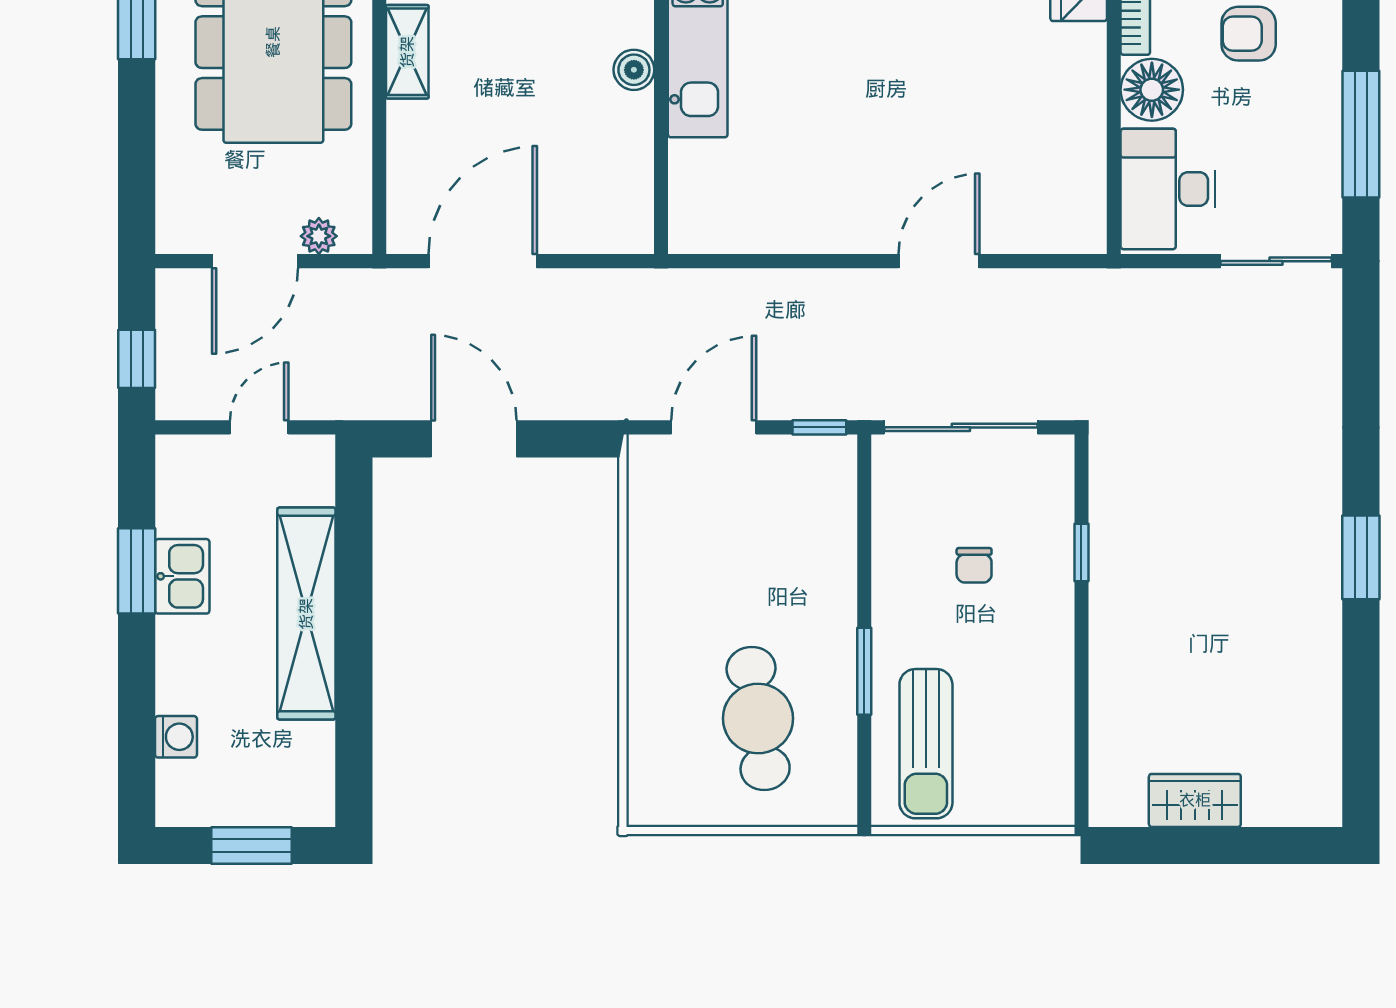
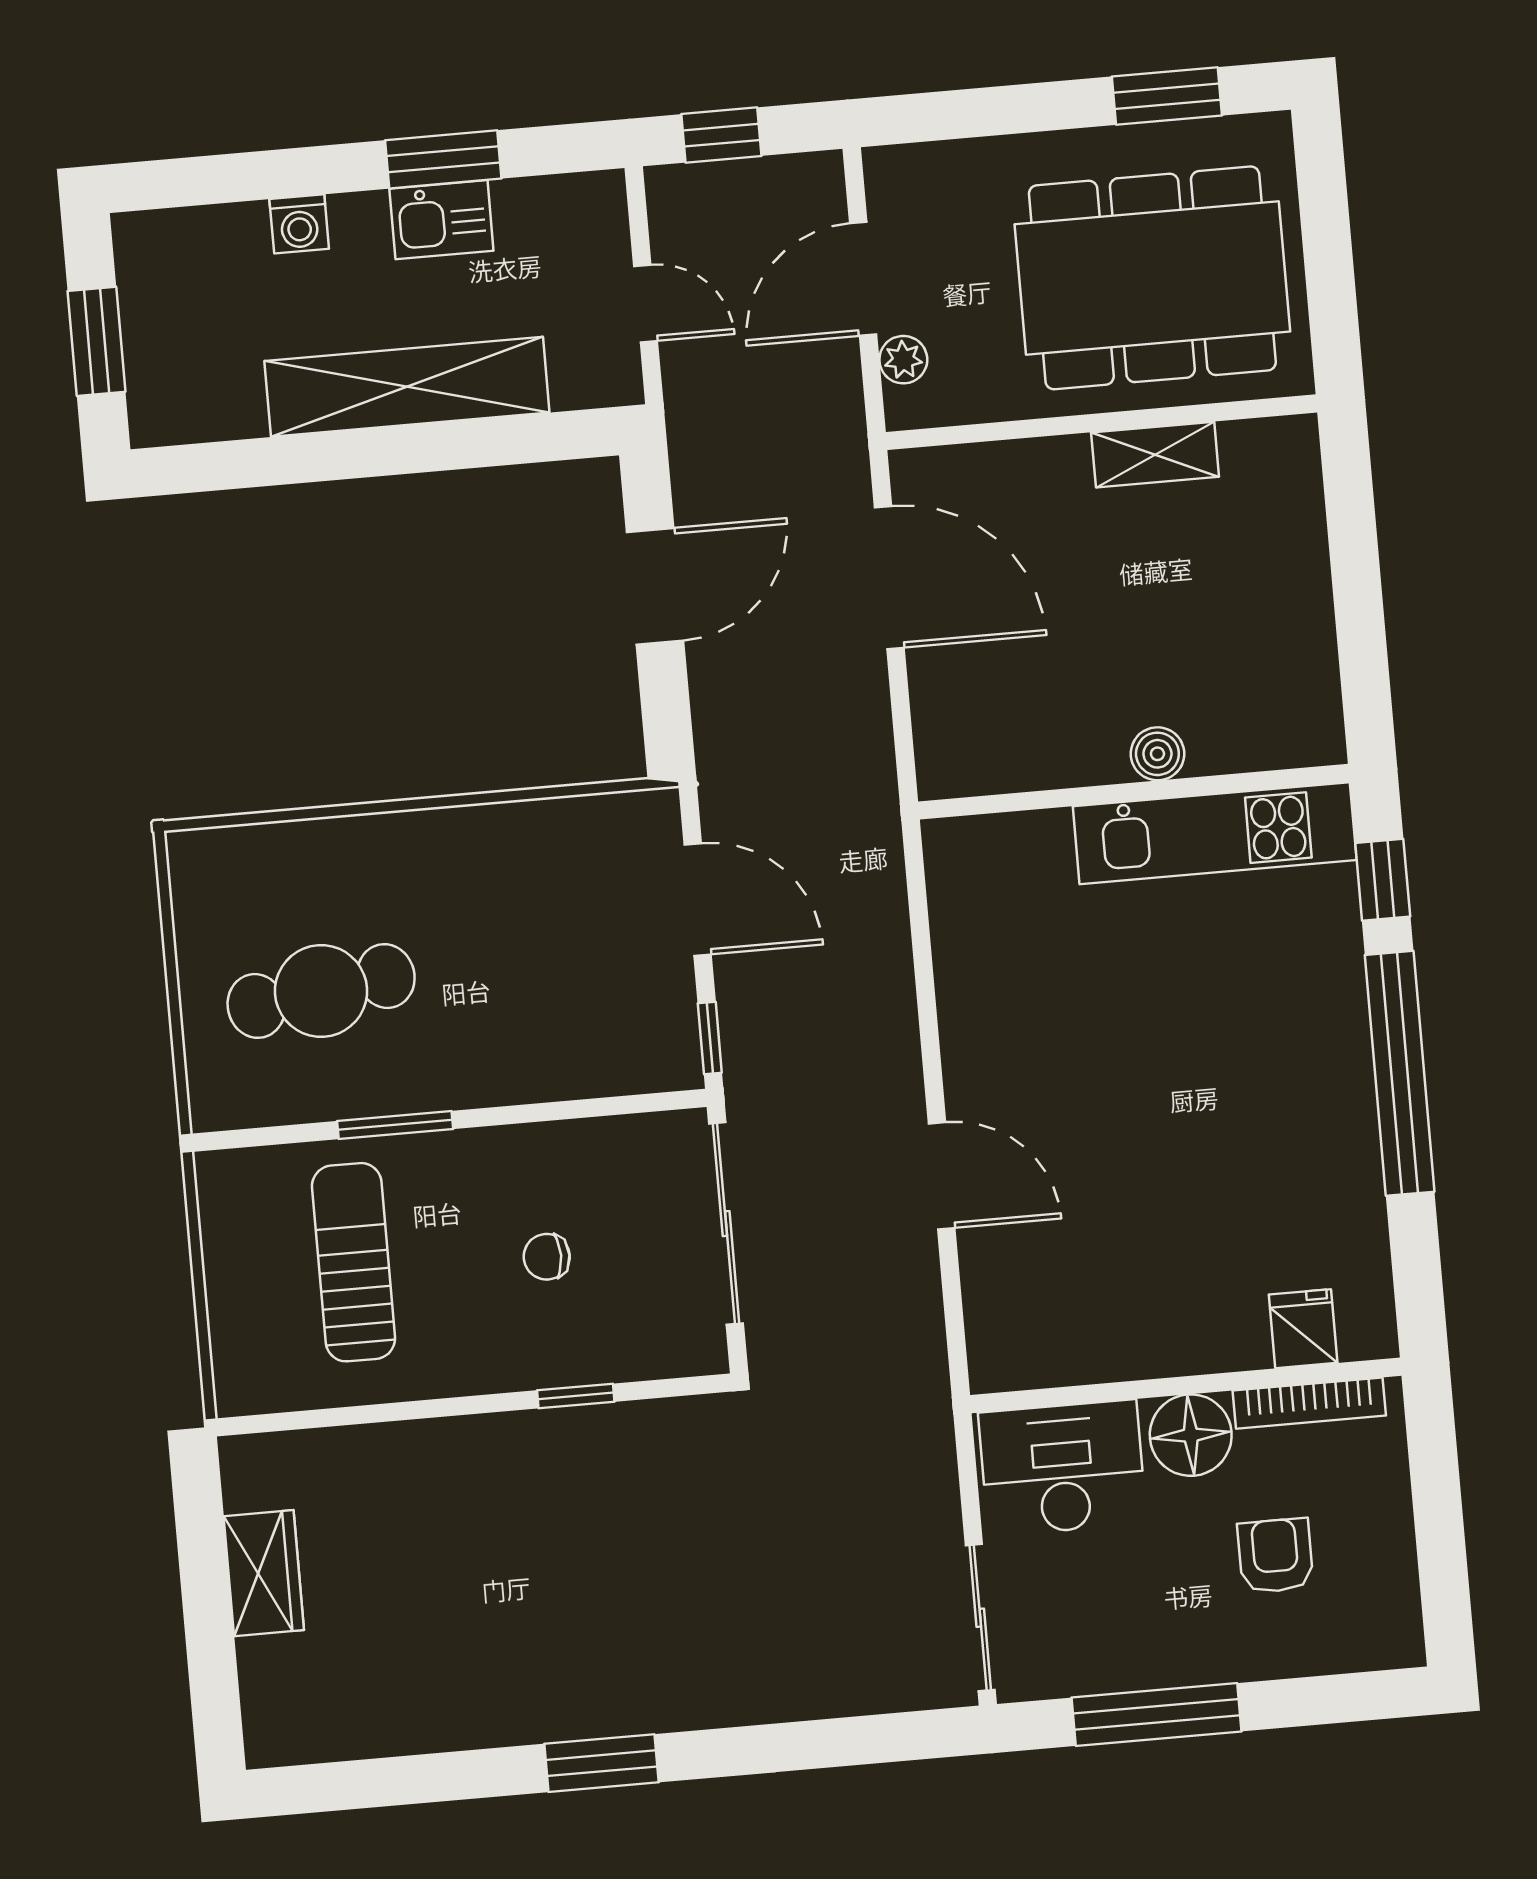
door: (255, 261) -> (863, 279), hinge flipped
washing machine: (176, 737) -> (299, 224), moved
sun lounger: (926, 744) -> (354, 1262), moved, turned 90

